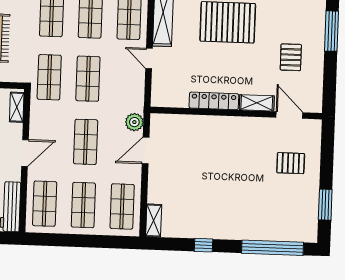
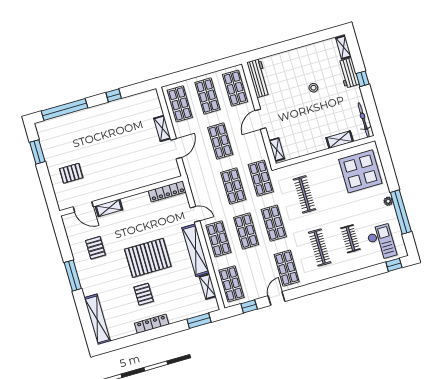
locker: (214, 101) -> (167, 191), moved
plant: (134, 122) -> (191, 166), removed
shelving: (154, 220) -> (162, 128), moved

